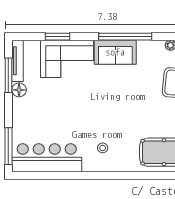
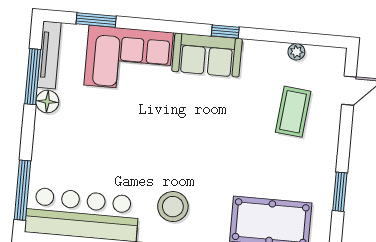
window: (58, 37) -> (96, 20), moved
window: (125, 37) -> (225, 32), width x0.32
stool: (103, 148) -> (173, 207), width x1.89, depth x1.89

